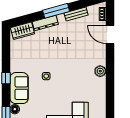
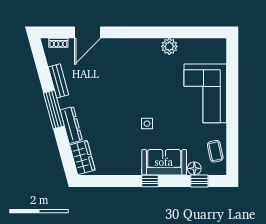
plant: (100, 71) -> (169, 46), moved

